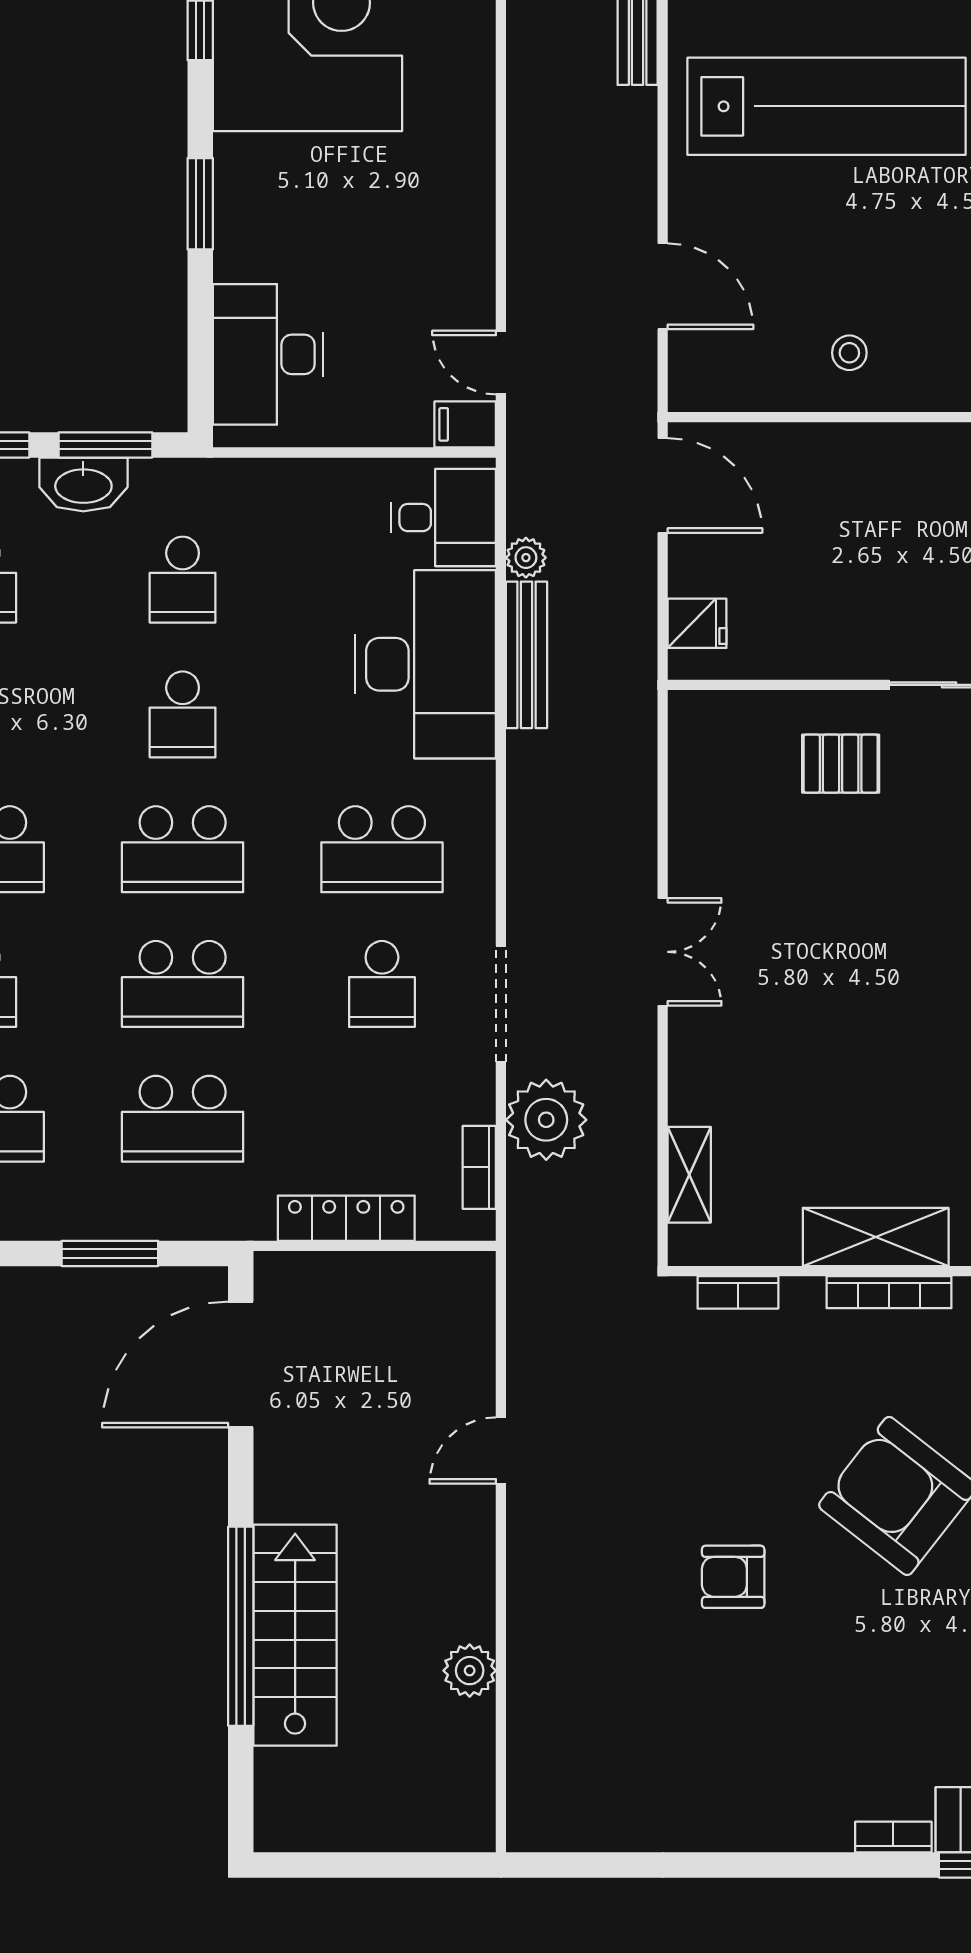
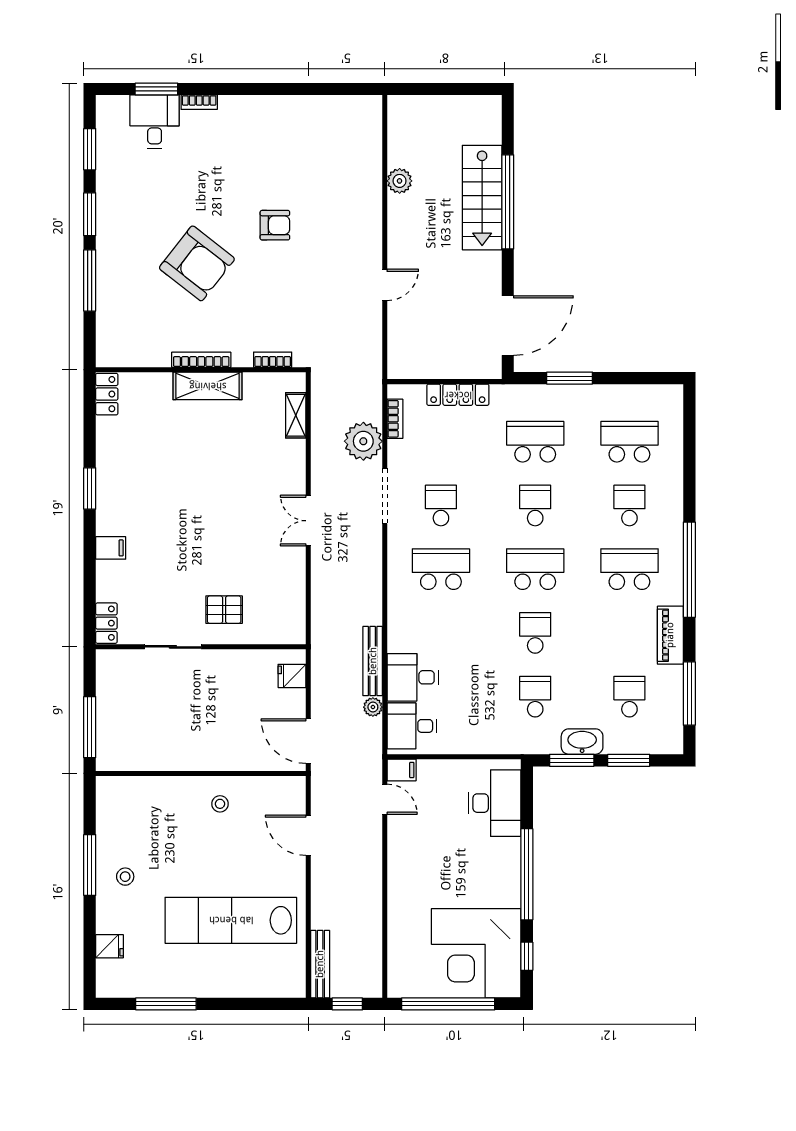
window: (200, 204) -> (527, 874), width x2.11
desk: (425, 664) -> (413, 677), width x0.53, depth x0.77
school desk: (183, 984) -> (535, 505), width x0.54

